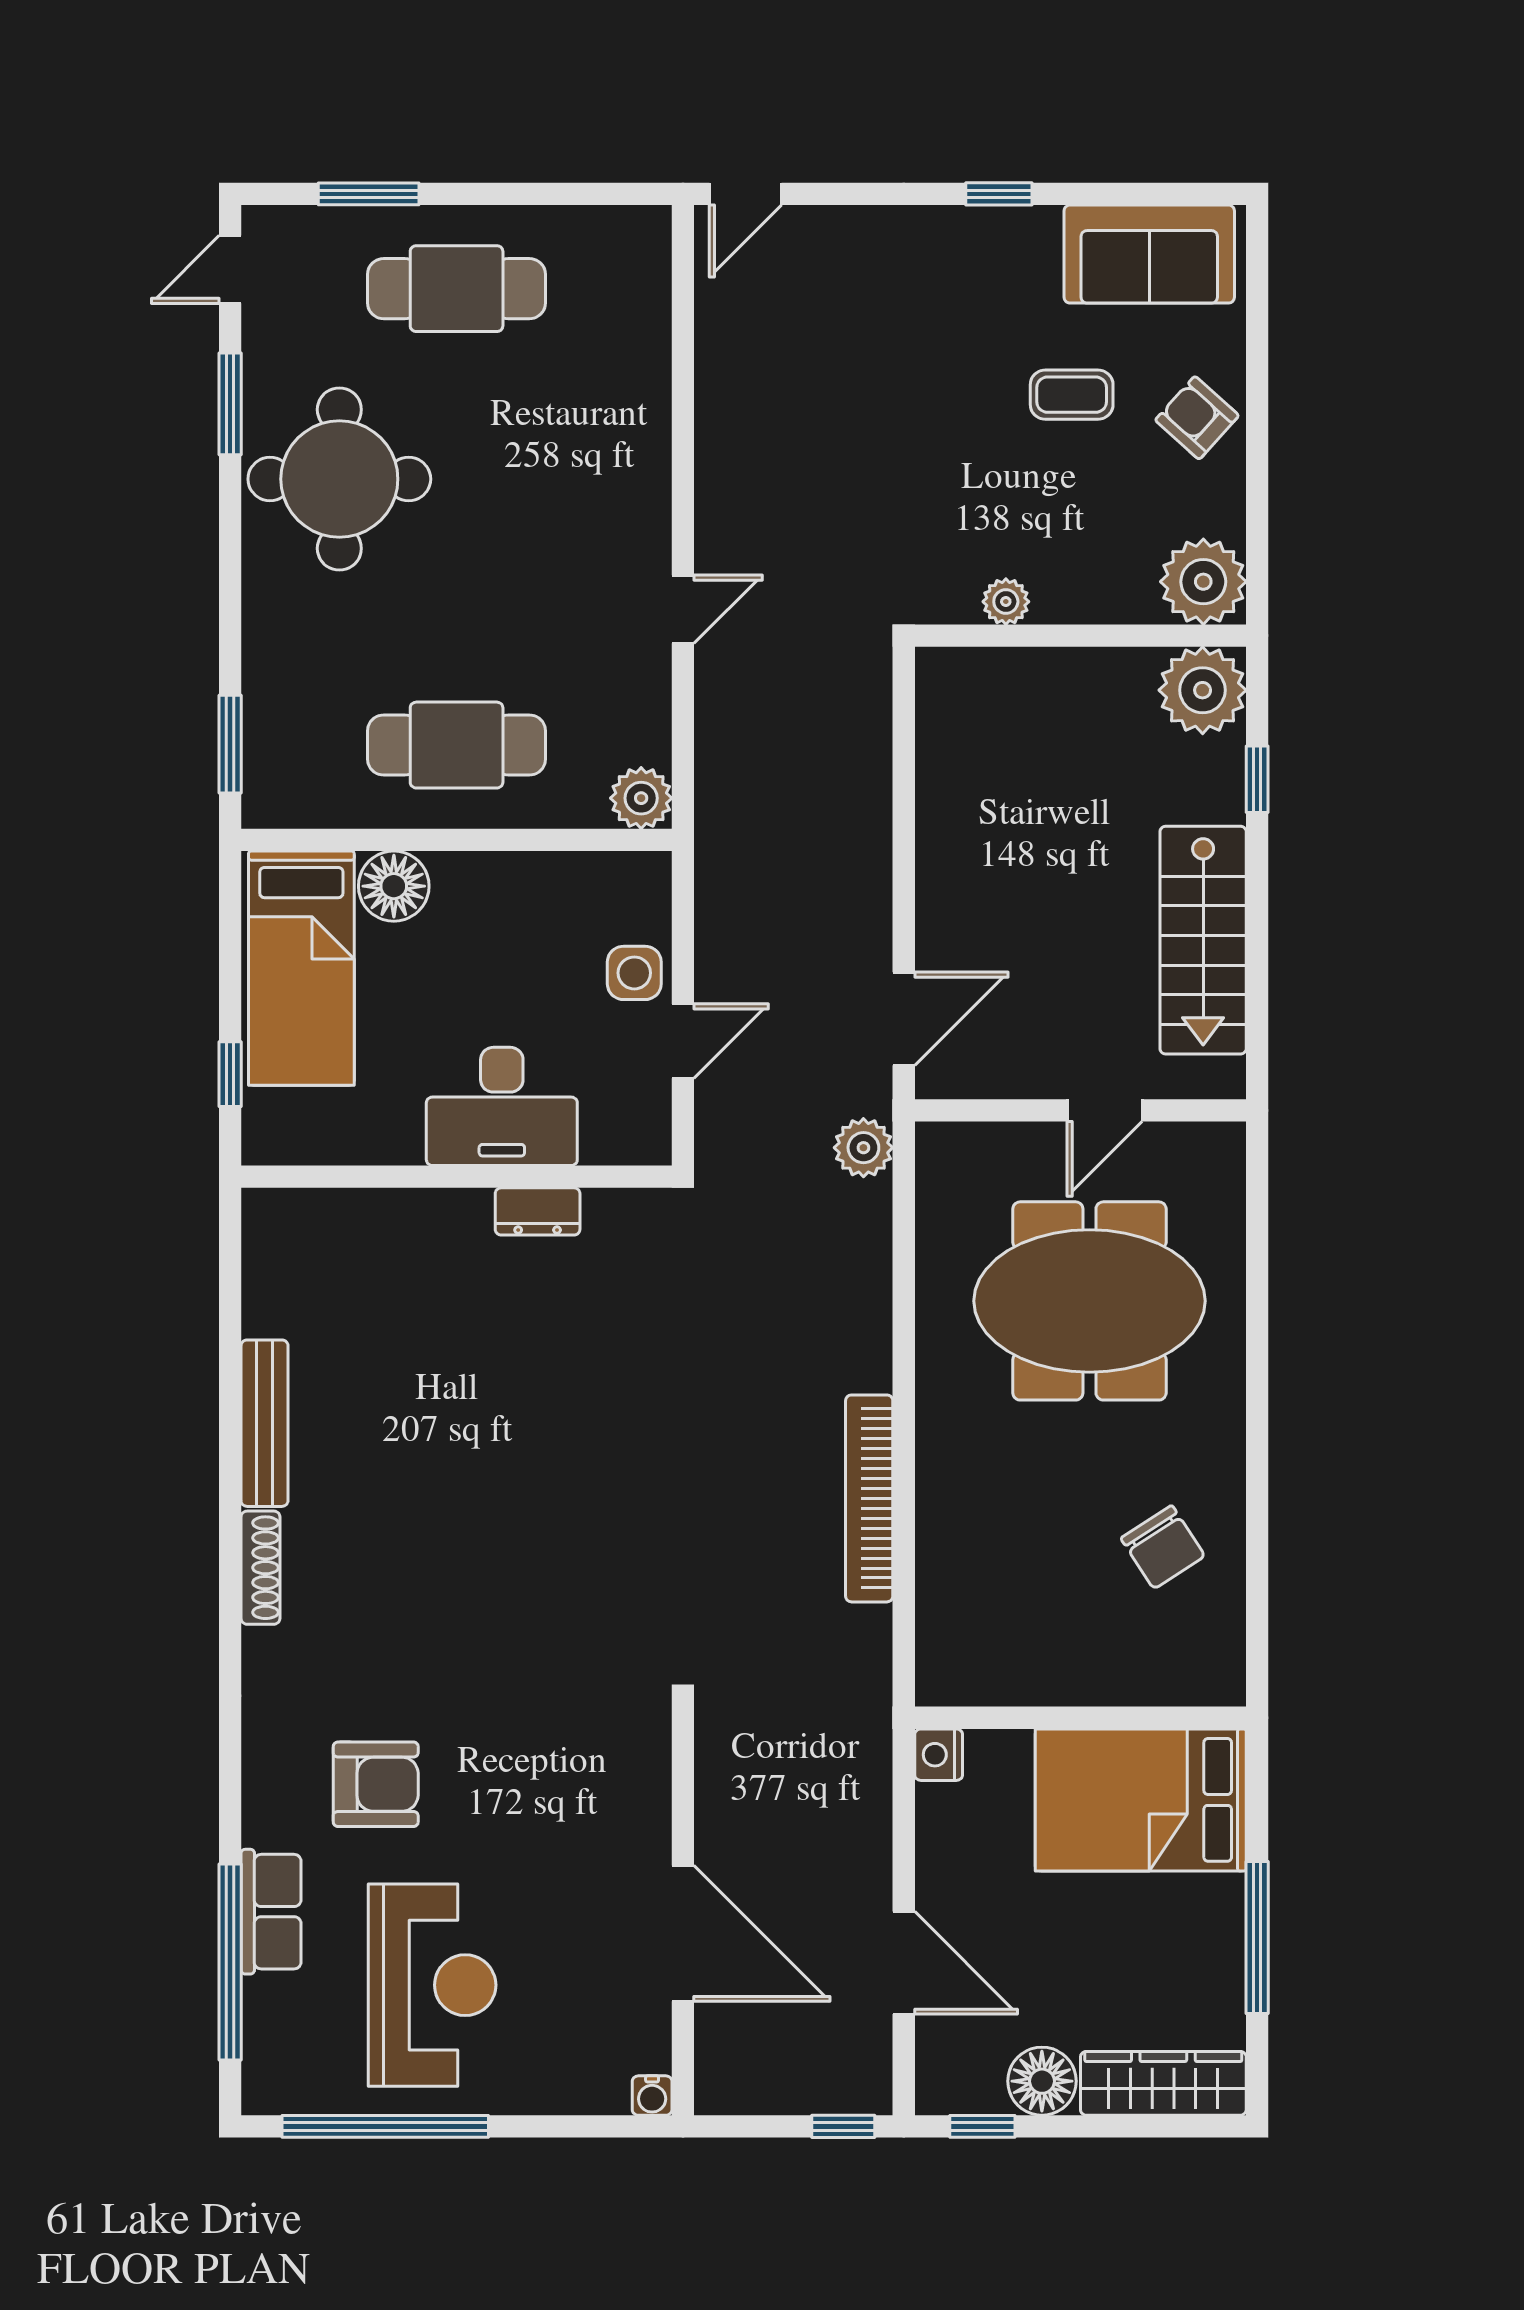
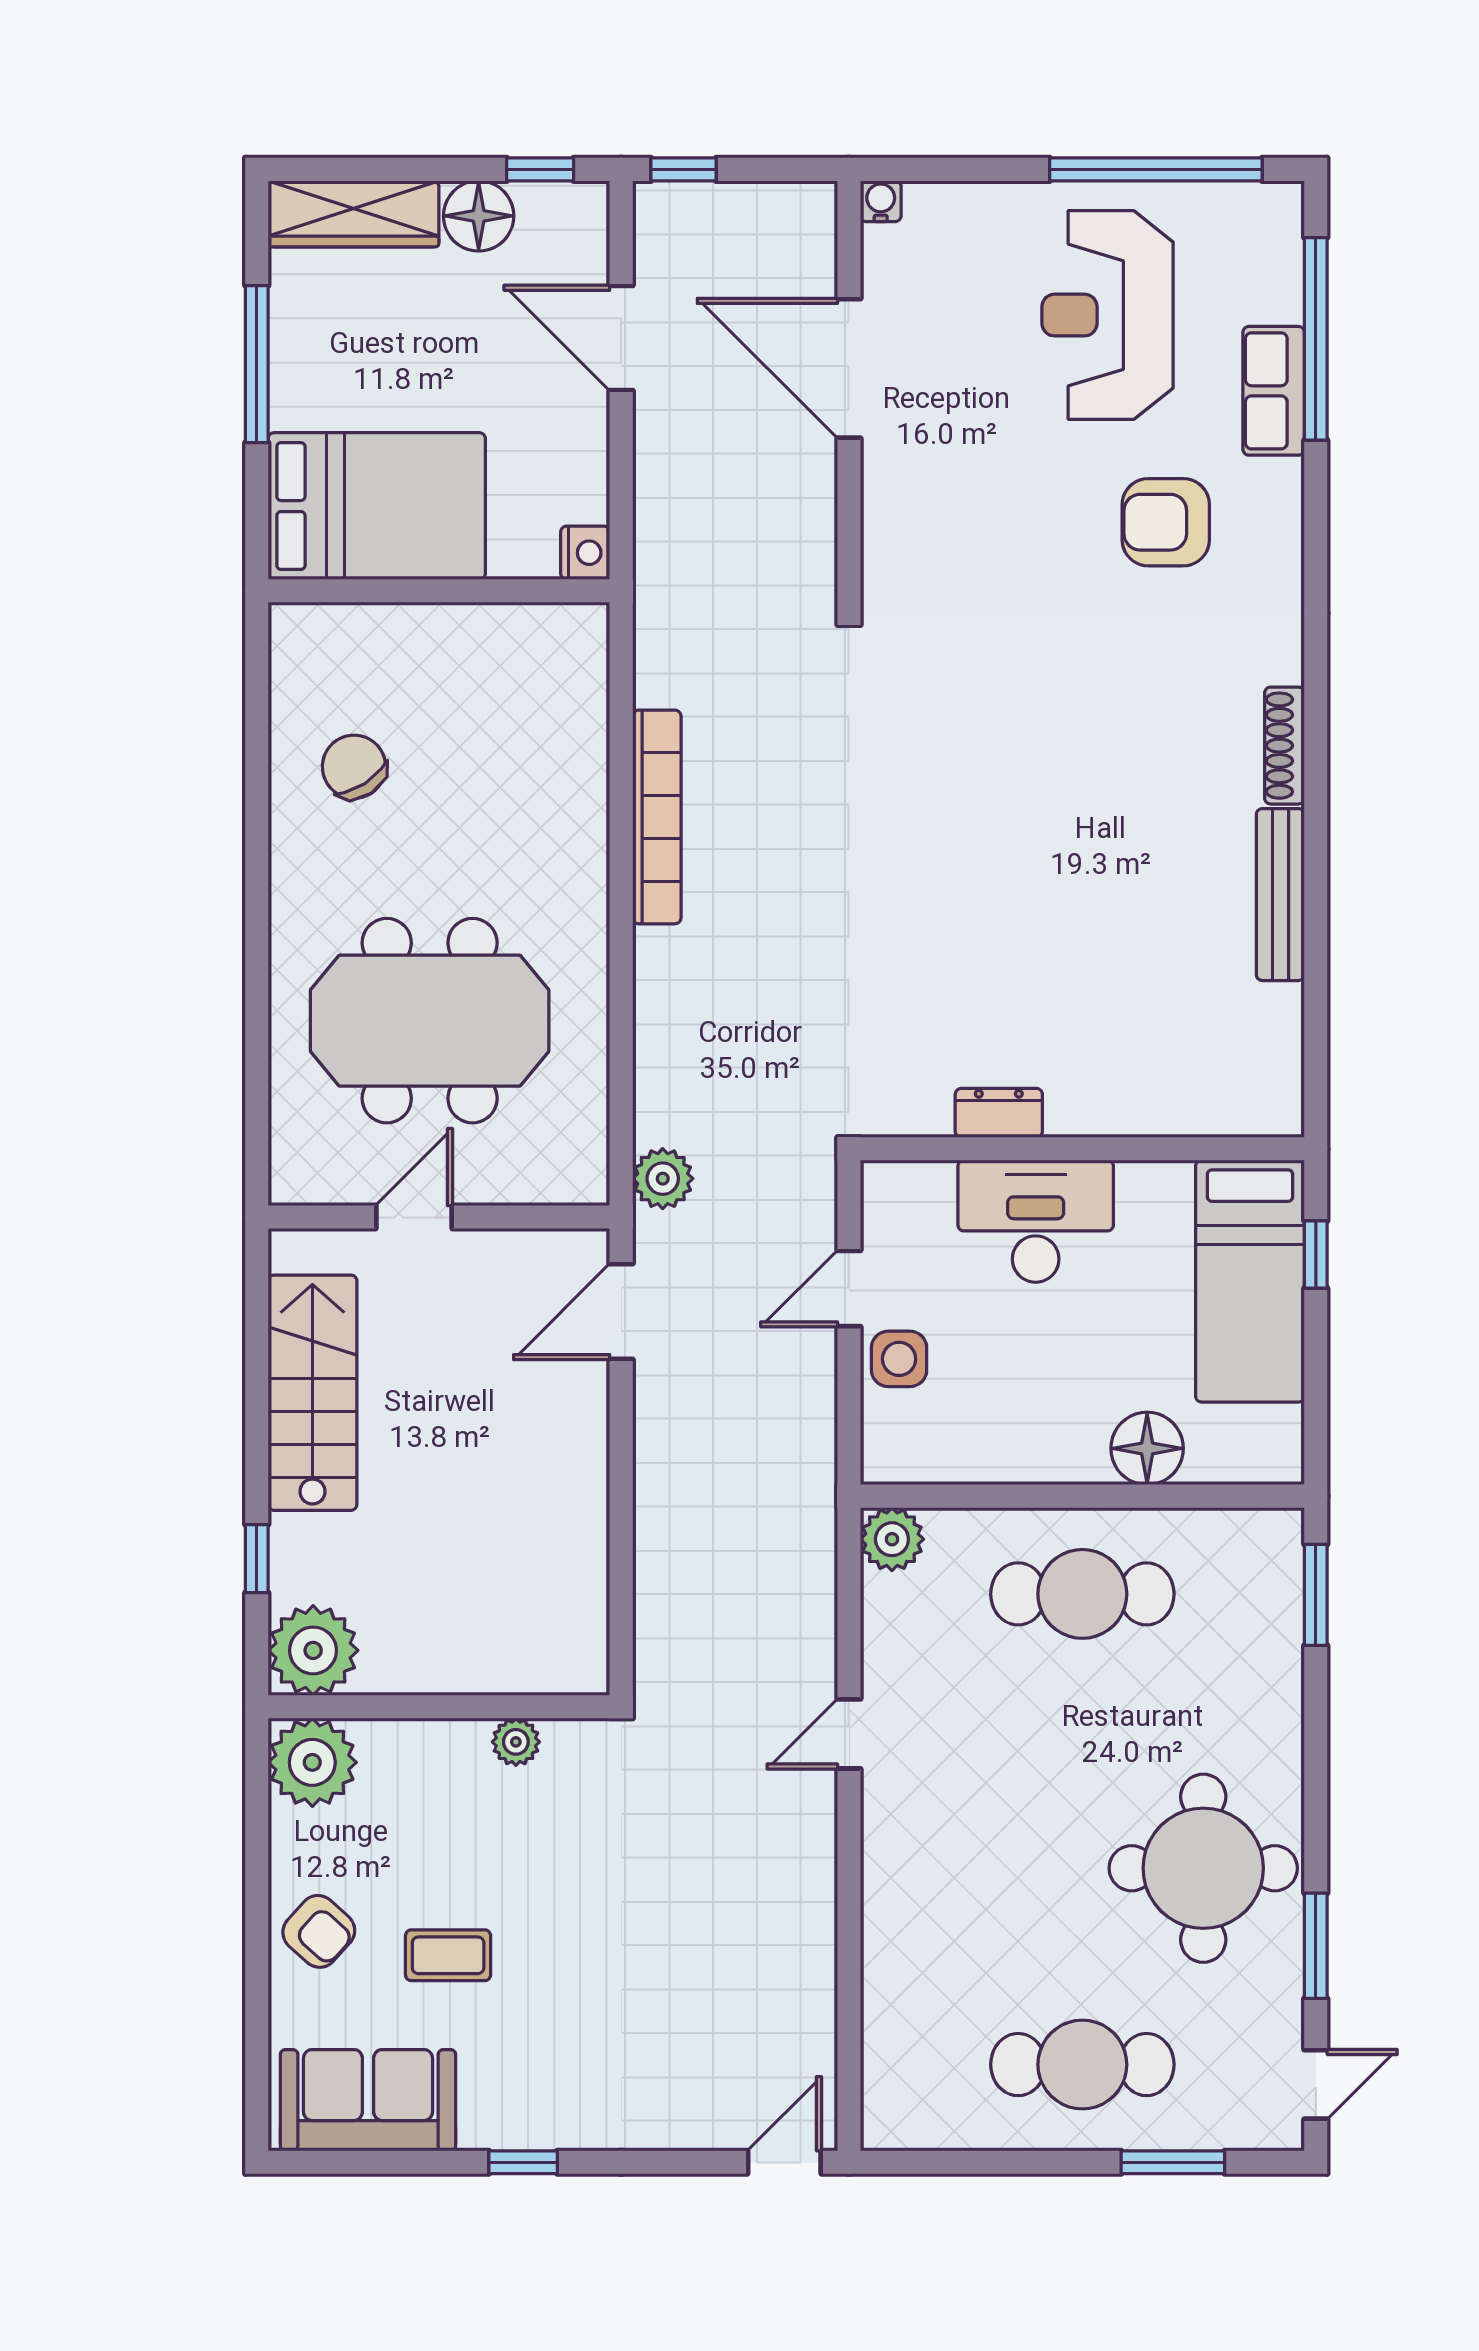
bed: (301, 968) -> (1250, 1281), moved, turned 180

